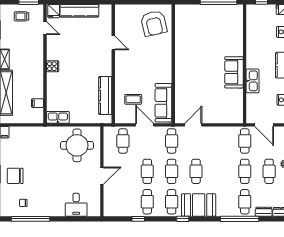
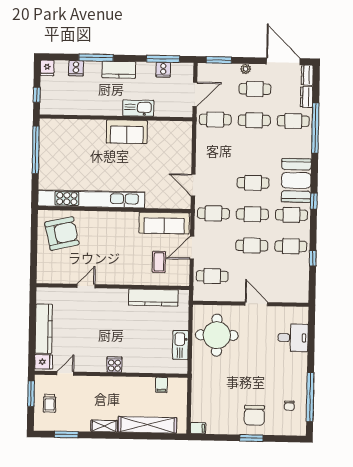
kitchen unit: (181, 46) -> (91, 199), added
kitchen sink: (58, 117) -> (180, 345), moved

